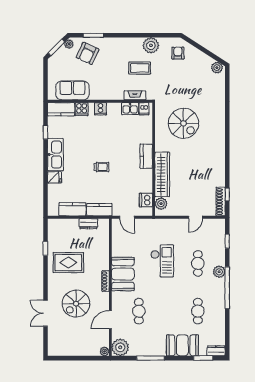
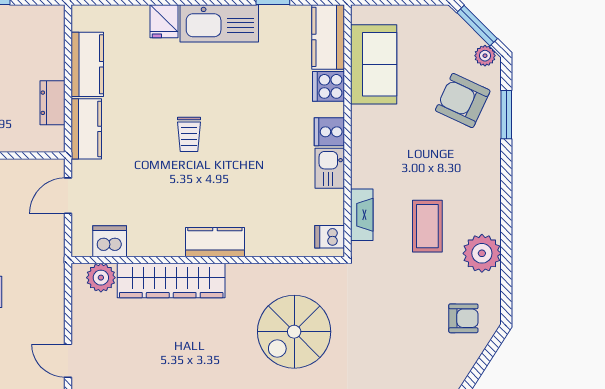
kitchen sink: (130, 109) -> (330, 168), moved

